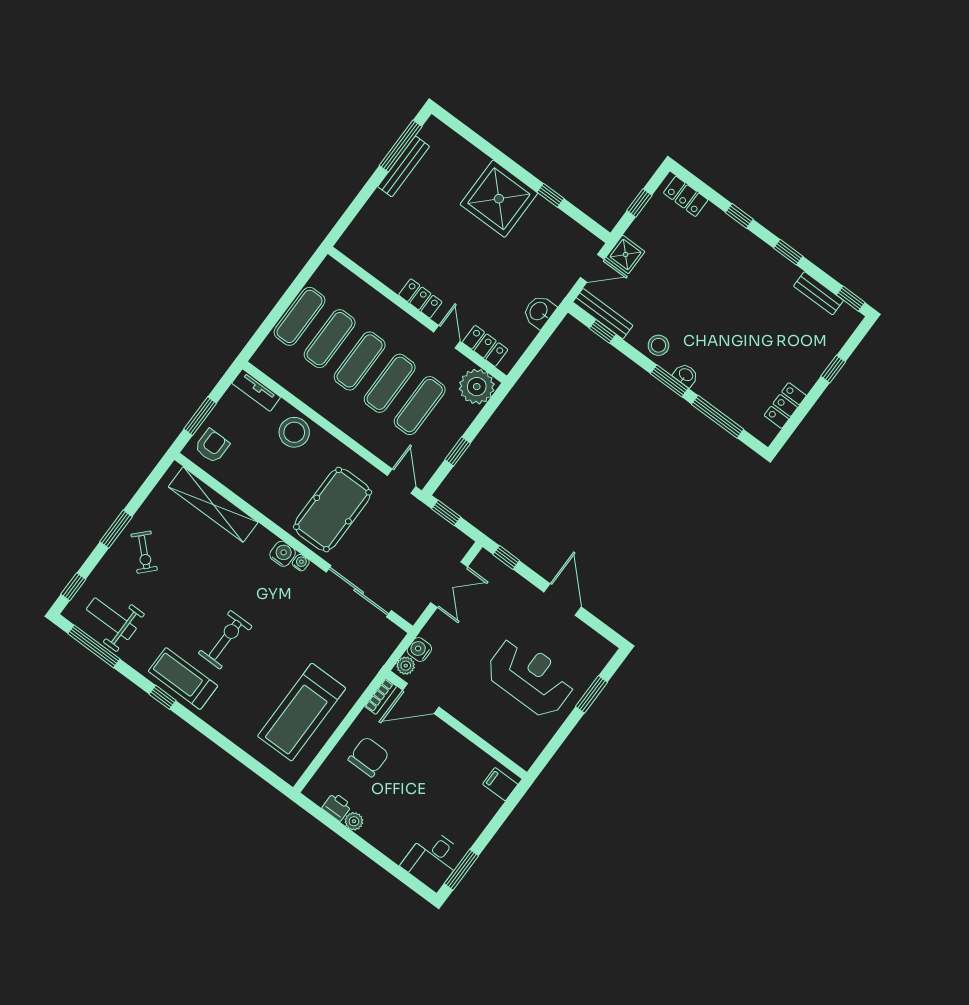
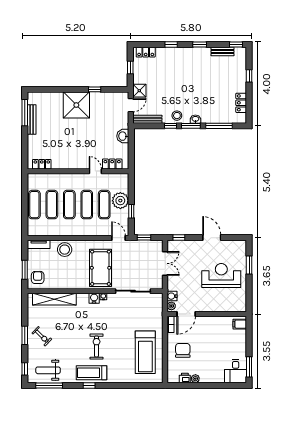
locker: (420, 298) -> (42, 164), moved
window: (603, 331) -> (170, 126), moved
plant: (477, 387) -> (120, 201), moved

